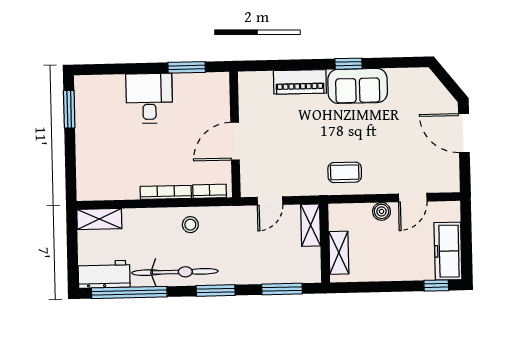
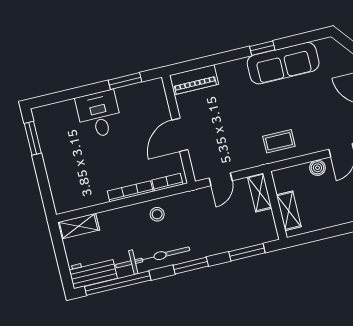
piano: (300, 82) -> (194, 80), moved
sofa: (358, 86) -> (283, 63), width x1.36

